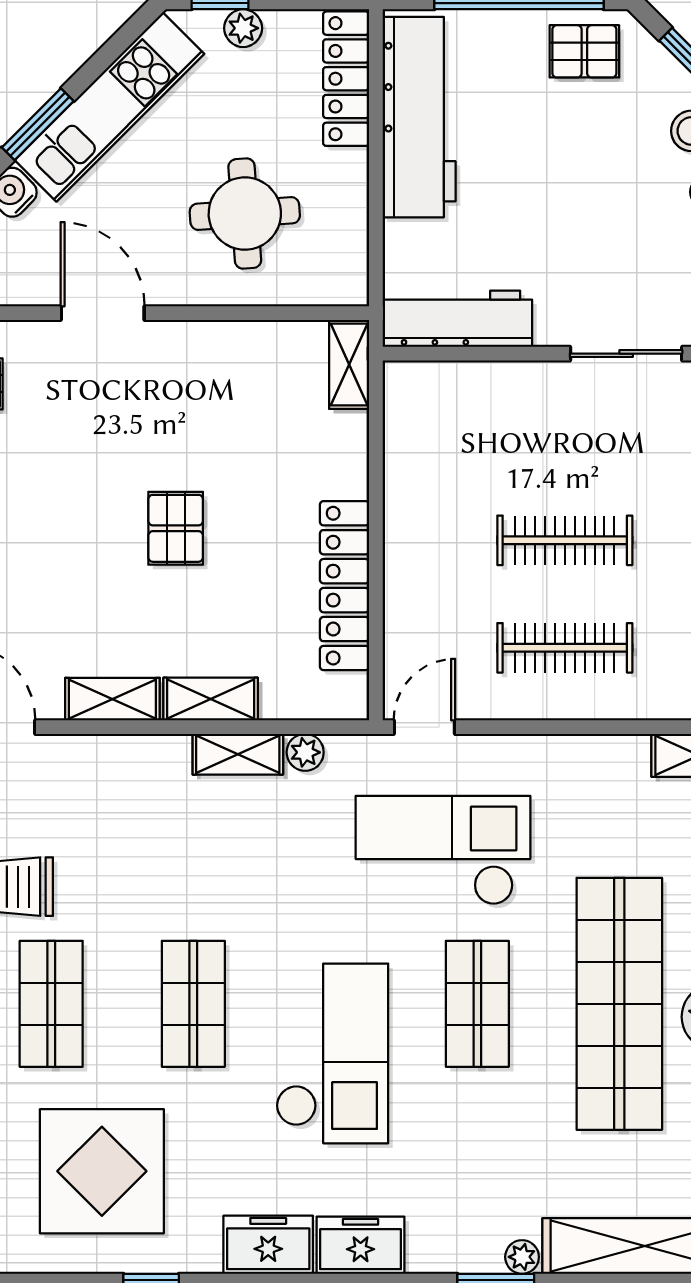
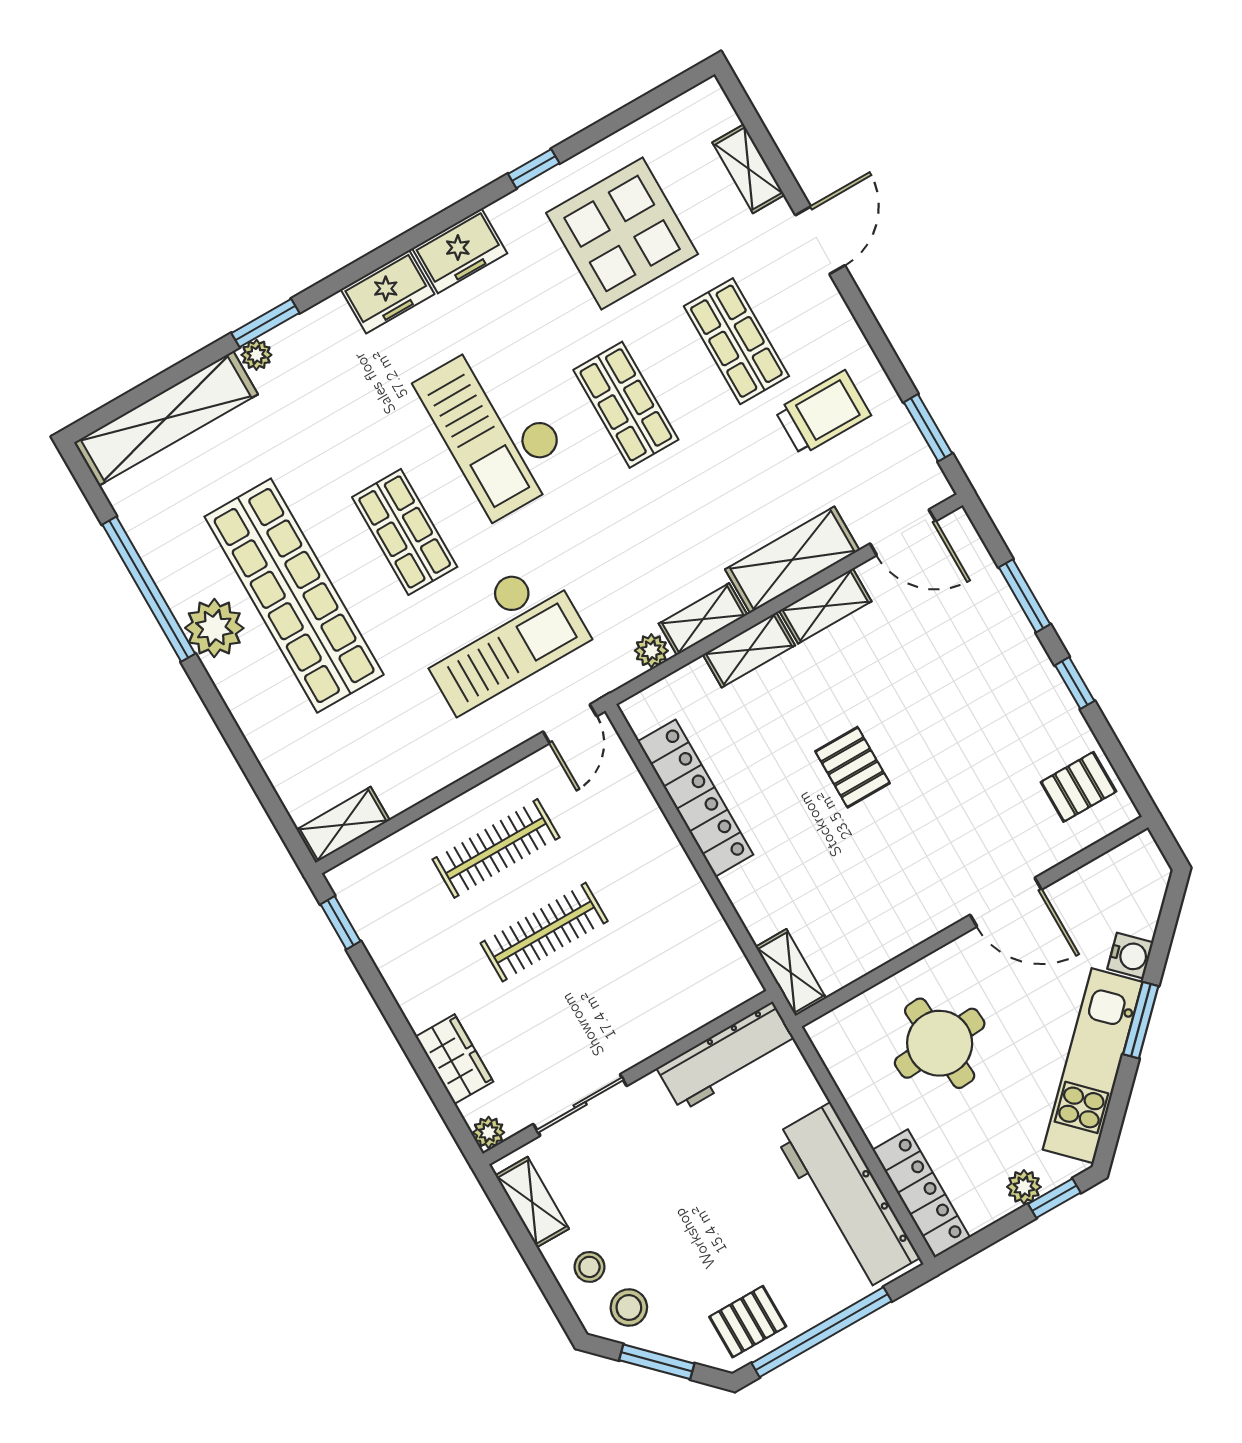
shelving: (119, 762) -> (792, 560), added

